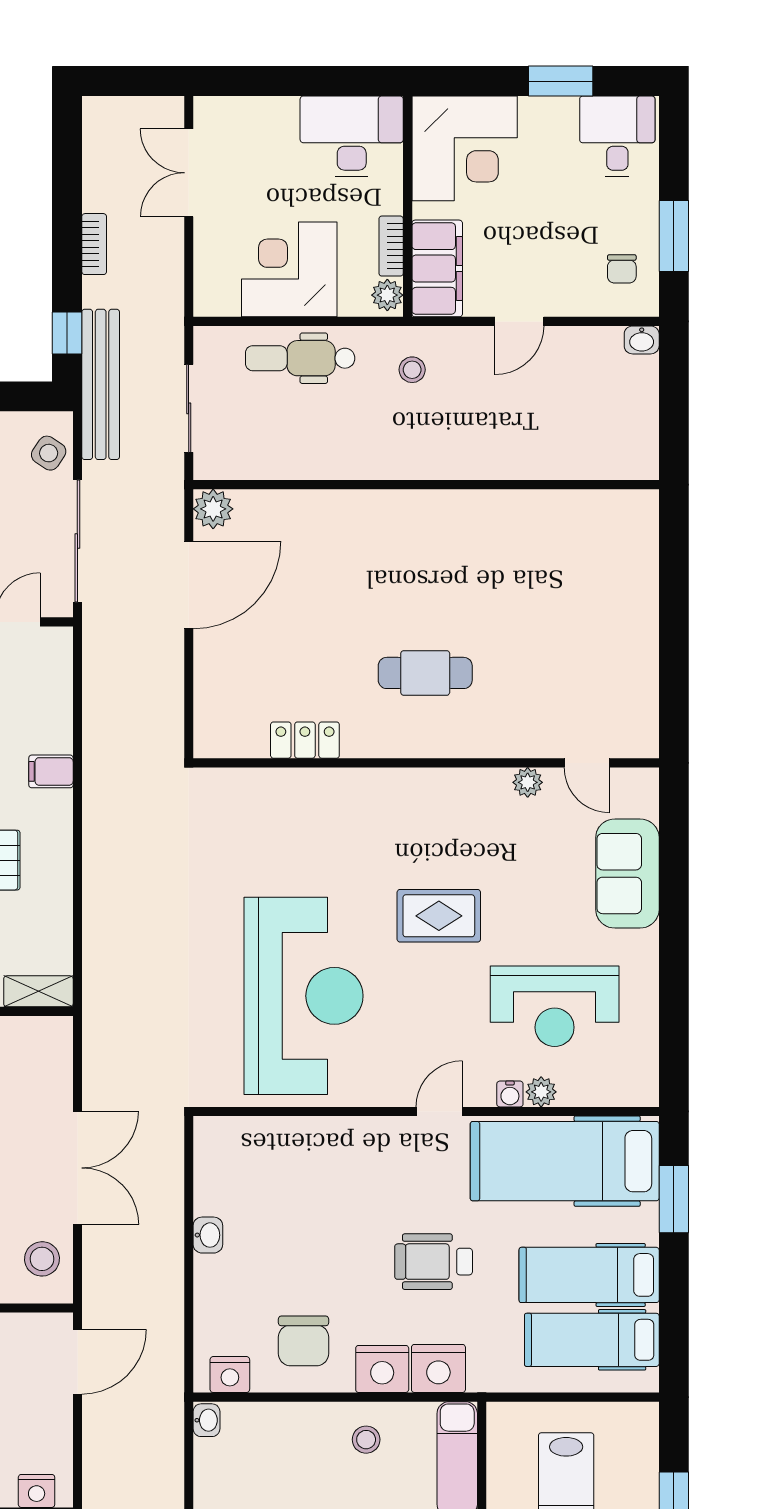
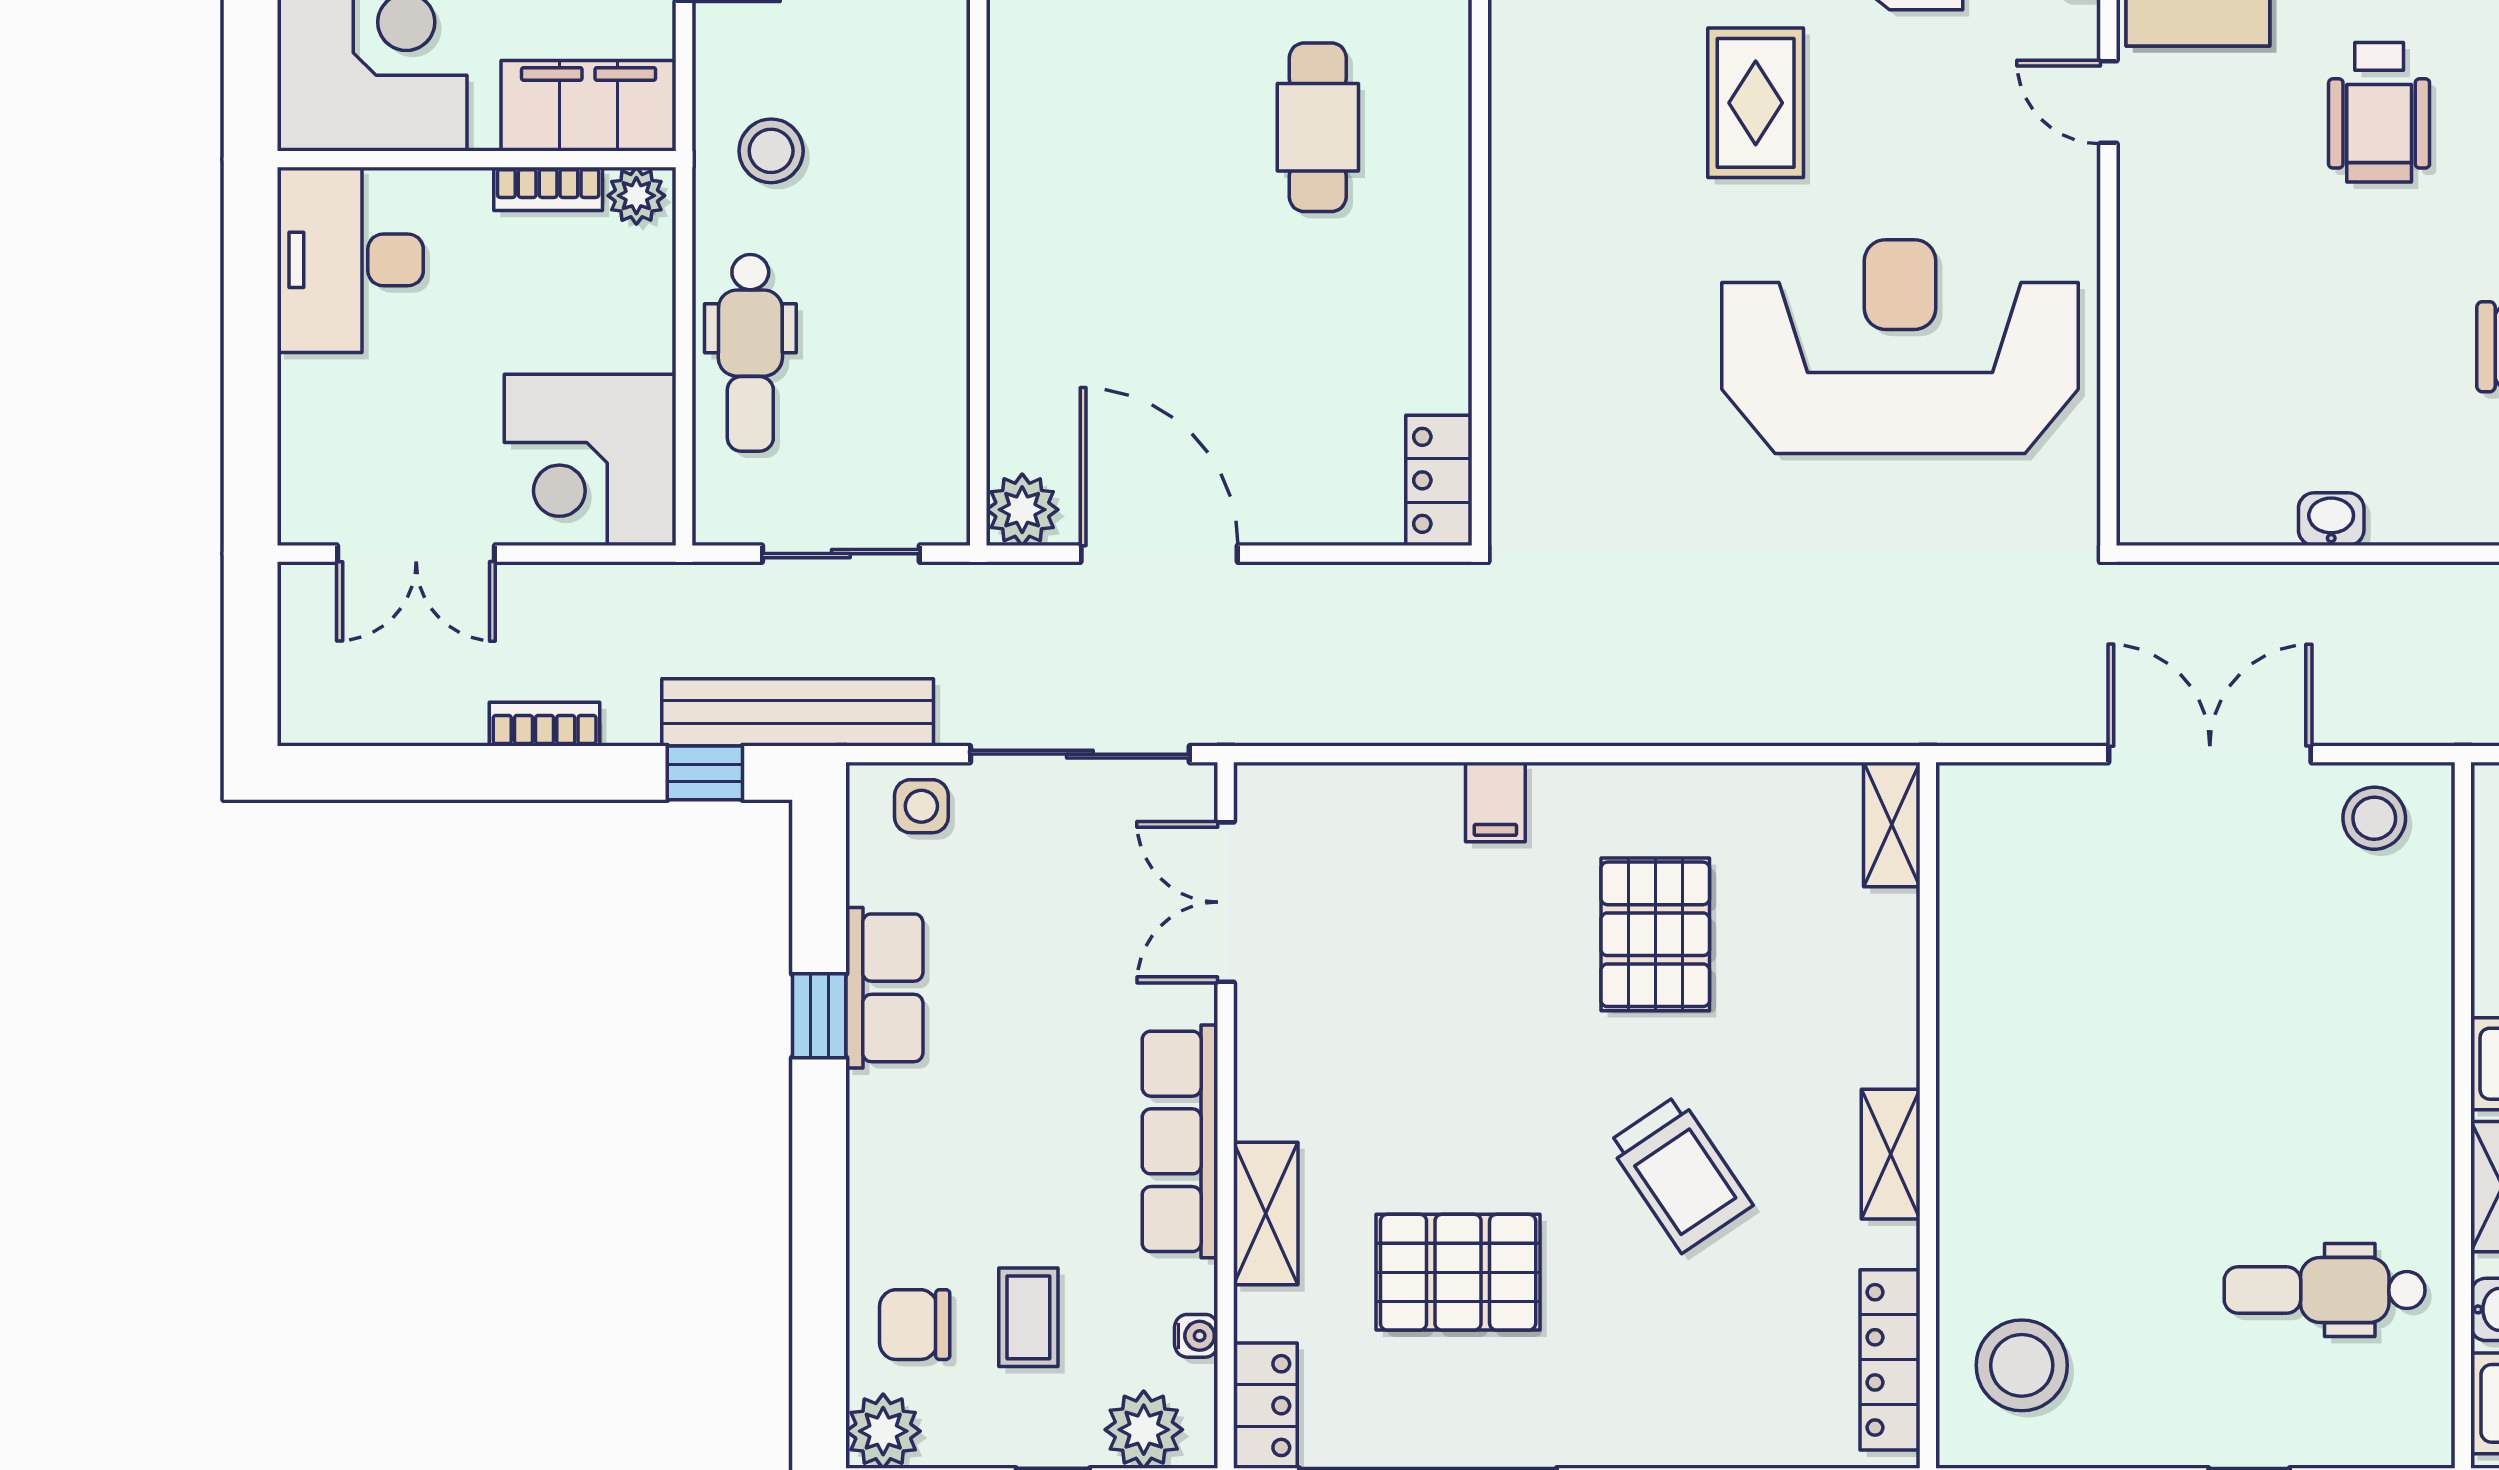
corner desk: (289, 269) -> (590, 460), moved
stool: (412, 370) -> (771, 151), width x1.37, depth x1.37
side table: (49, 453) -> (921, 806), turned -34
locker: (305, 740) -> (1439, 480), moved

